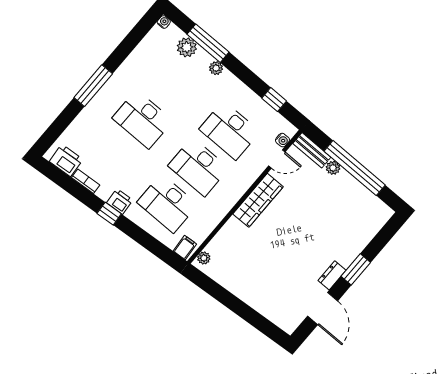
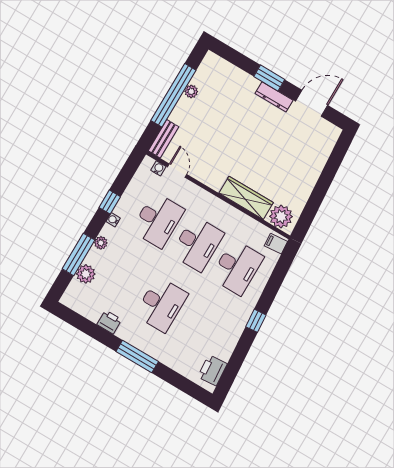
water cooler: (164, 22) -> (113, 220), moved
window: (274, 100) -> (110, 202), moved
plant: (333, 168) -> (191, 91), moved
bookcase: (86, 181) -> (229, 348), removed
wardrobe: (258, 200) -> (246, 198), moved
printer: (120, 201) -> (109, 322), moved, turned 95
plant: (204, 258) -> (281, 217), width x1.87, depth x1.87
dresser: (332, 275) -> (274, 97), width x1.44

